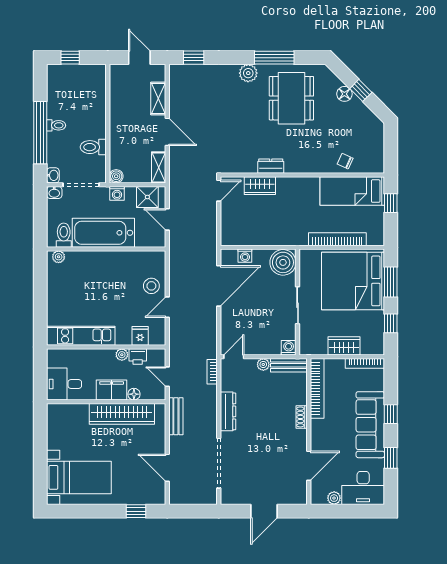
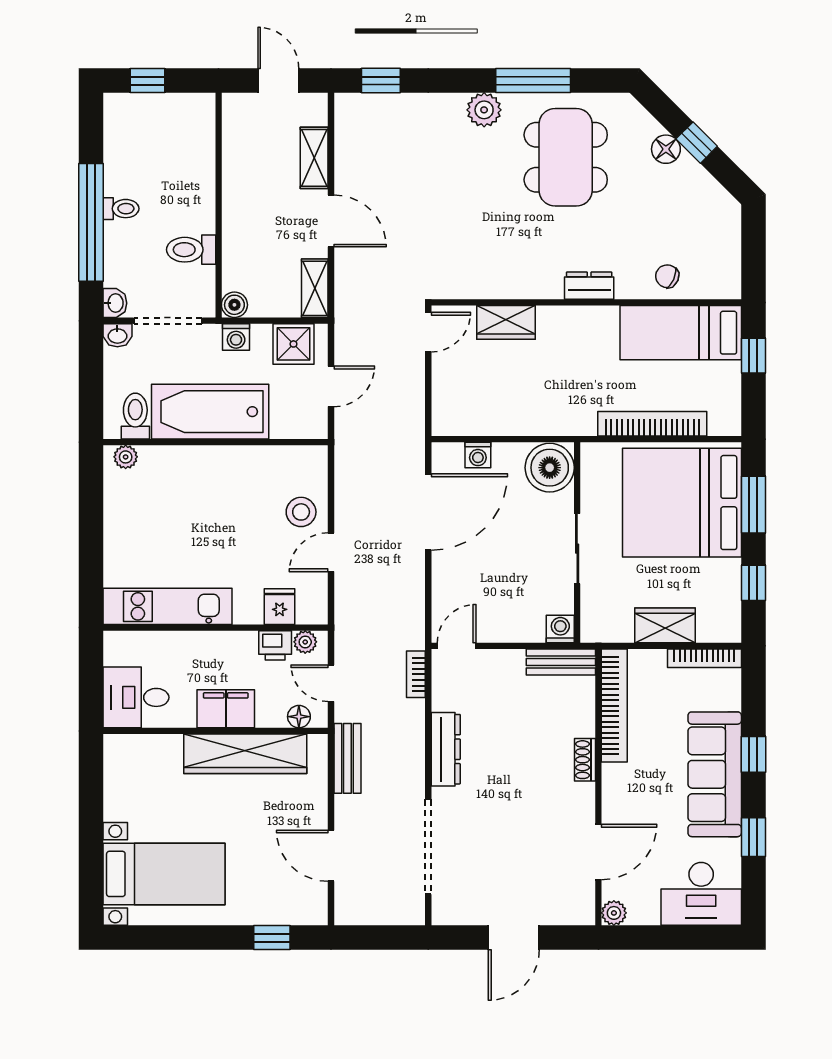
dresser: (271, 166) -> (589, 286), moved
door: (167, 219) -> (331, 386), swing flipped
plant: (122, 355) -> (305, 642), moved
plant: (263, 364) -> (512, 660), removed
floor lamp: (134, 394) -> (299, 717), moved
plant: (334, 498) -> (614, 913), moved

